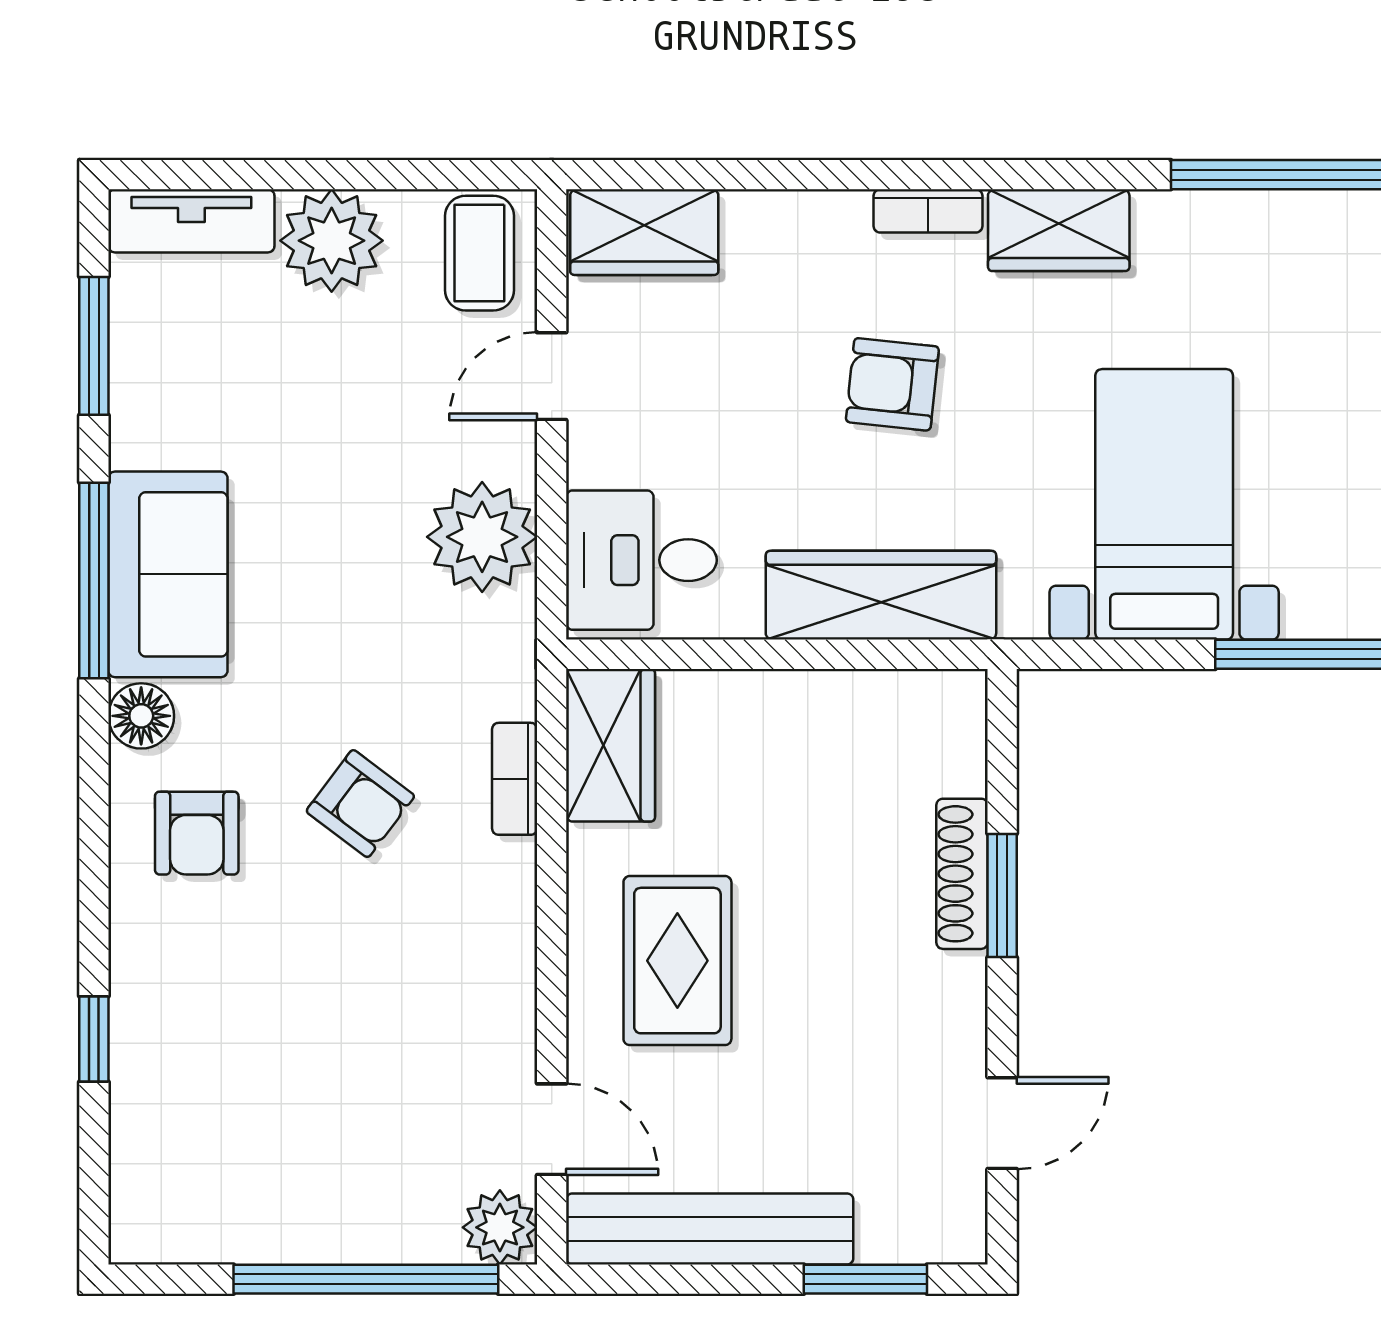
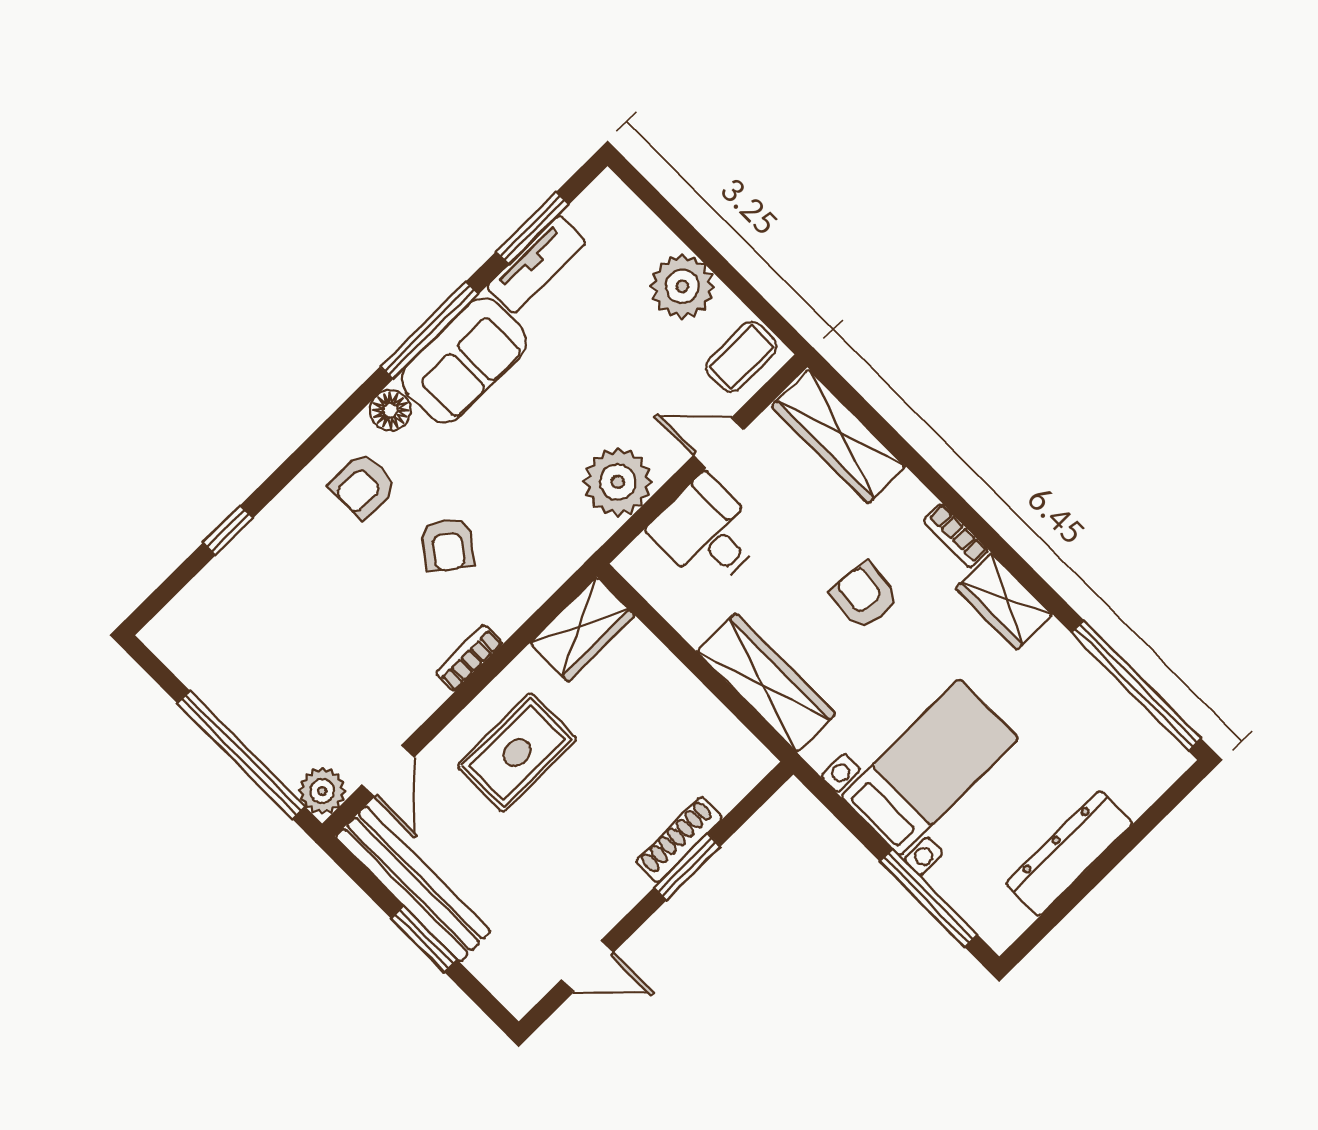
tv unit: (191, 221) -> (536, 264), moved, turned -90
wardrobe: (644, 232) -> (839, 436), width x1.50
desk: (641, 560) -> (707, 533), moved
bookcase: (515, 779) -> (469, 658), moved
window: (865, 1279) -> (424, 939), moved

